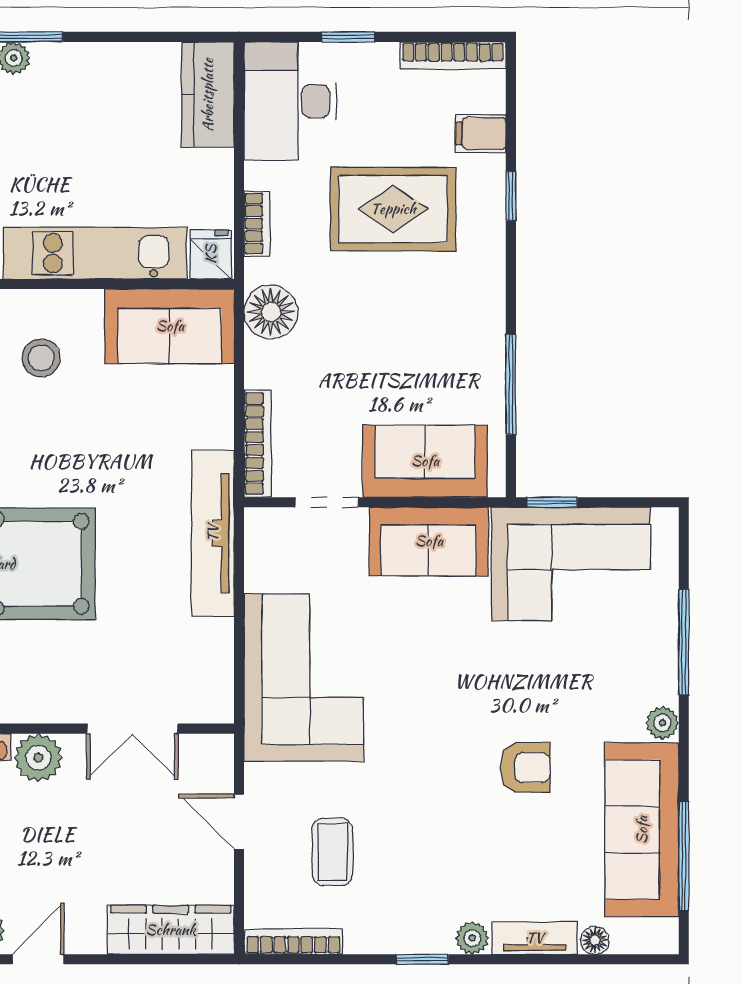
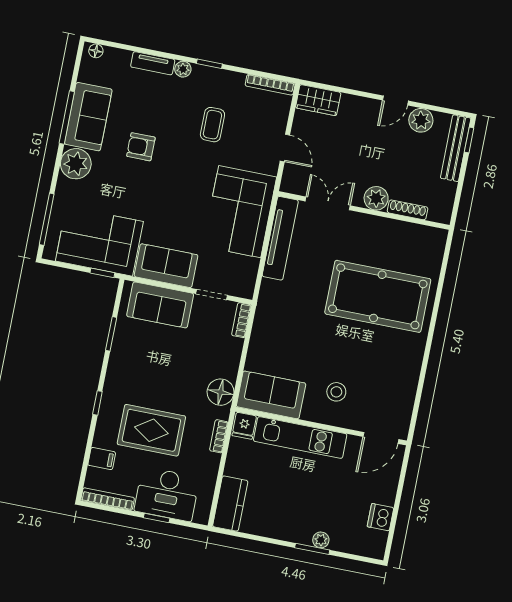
desk: (291, 101) -> (167, 494), moved, turned 90
window: (511, 196) -> (97, 403), moved
window: (511, 385) -> (111, 334), width x0.69
bookcase: (258, 444) -> (241, 320), width x0.64
tv unit: (213, 533) -> (280, 238), moved
window: (684, 642) -> (47, 219), moved
plant: (662, 723) -> (76, 164), width x1.87, depth x1.87
sofa: (642, 830) -> (88, 117), width x0.73
coffee table: (332, 852) -> (212, 125), moved
window: (684, 856) -> (67, 118), moved
wardrobe: (171, 930) -> (318, 100), width x0.67
floor lamp: (595, 940) -> (96, 51), moved

